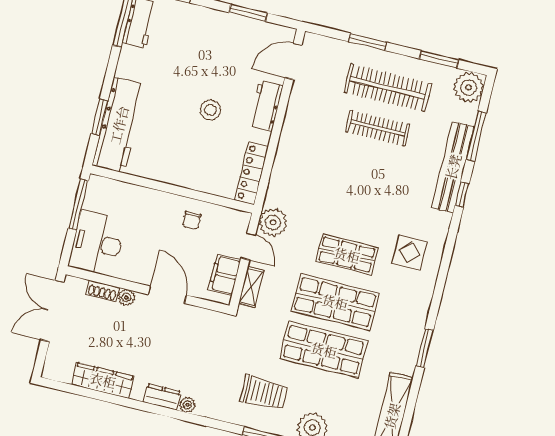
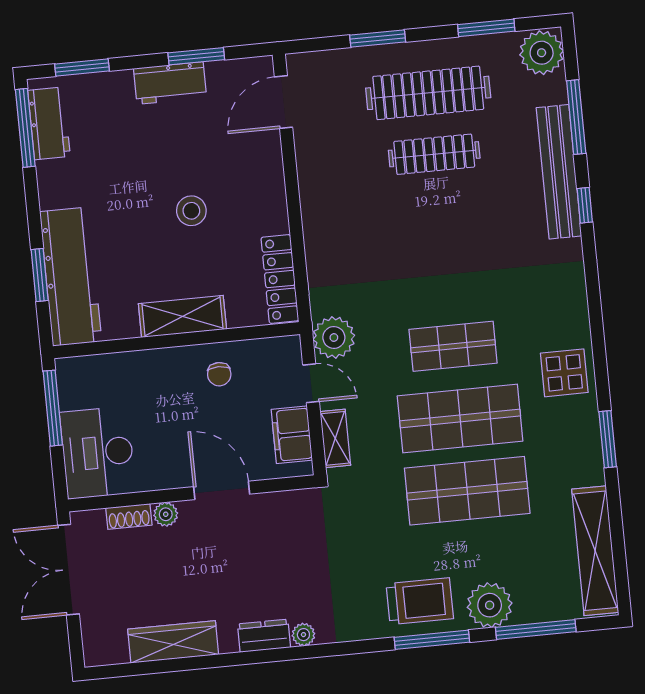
workbench: (266, 105) -> (170, 83), moved, turned -90
shelving: (181, 175) -> (182, 316), added
display table: (410, 252) -> (564, 373), moved
trolley: (264, 393) -> (420, 601), moved

